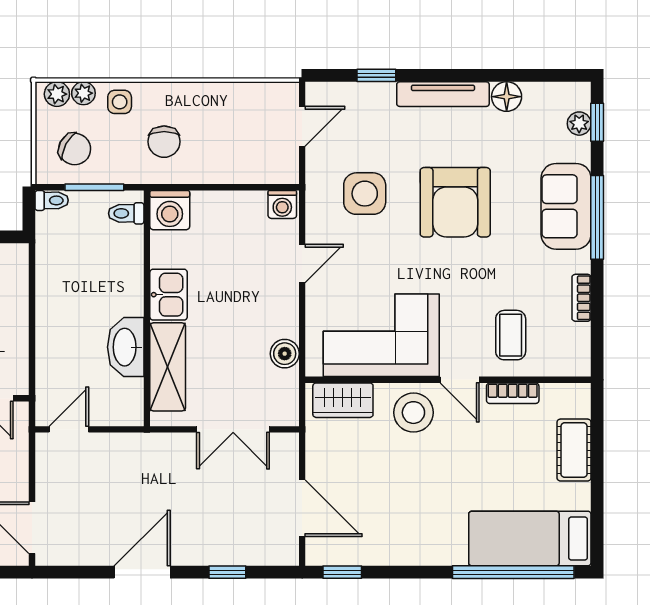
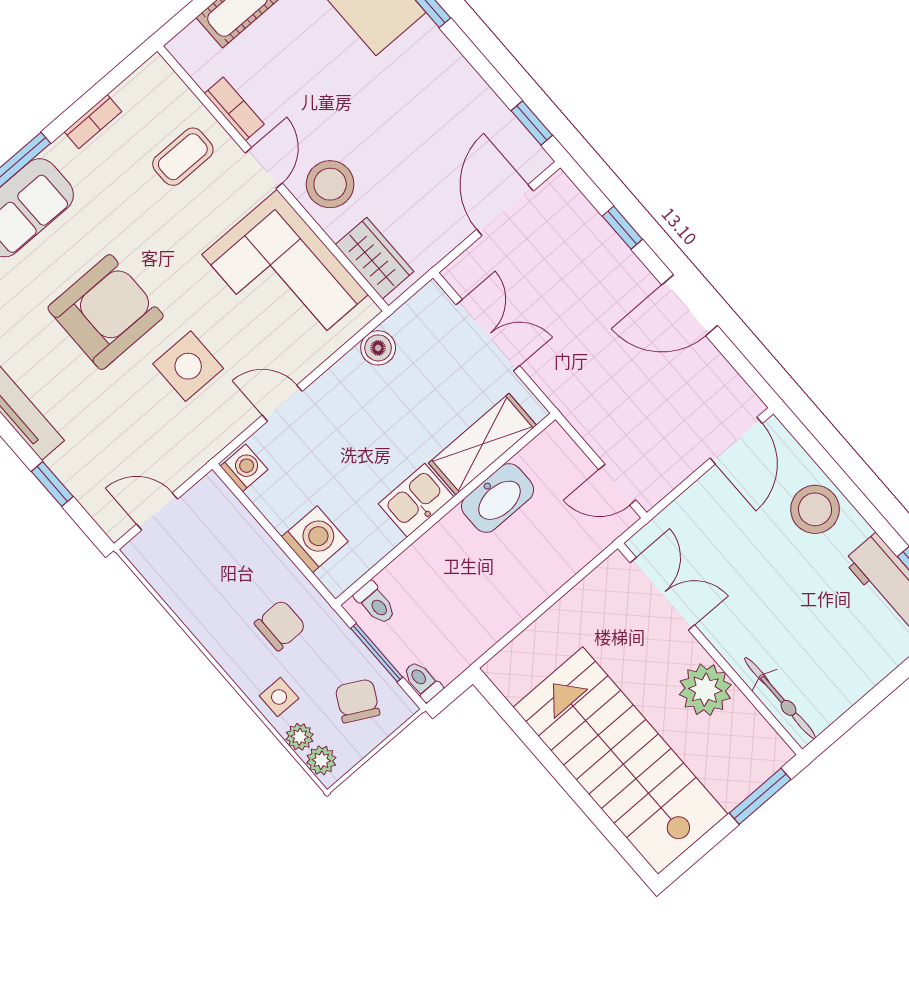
side table: (365, 194) -> (188, 366), moved
washing machine: (170, 210) -> (315, 539), moved

